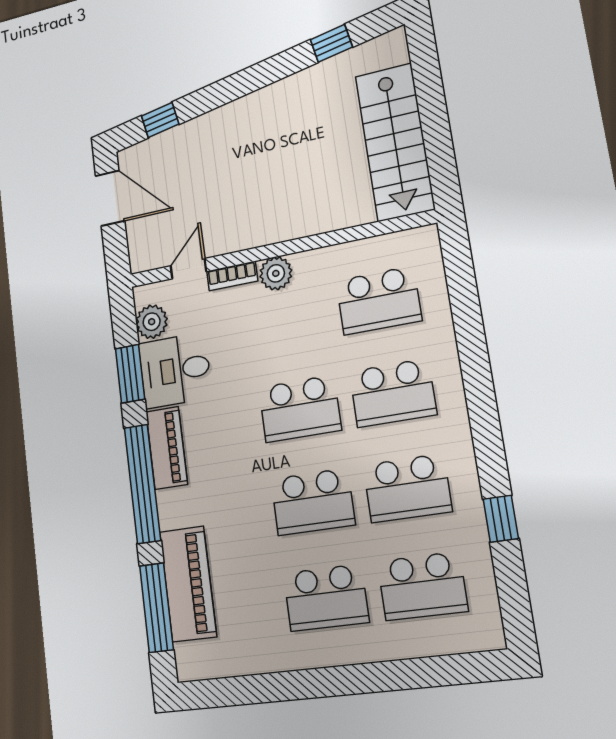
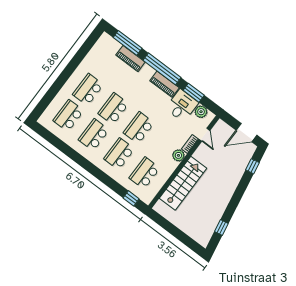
stairs: (395, 142) -> (183, 183), moved, turned 90
window: (501, 519) -> (131, 198), moved
piano: (188, 584) -> (130, 59), width x0.73, depth x0.75

